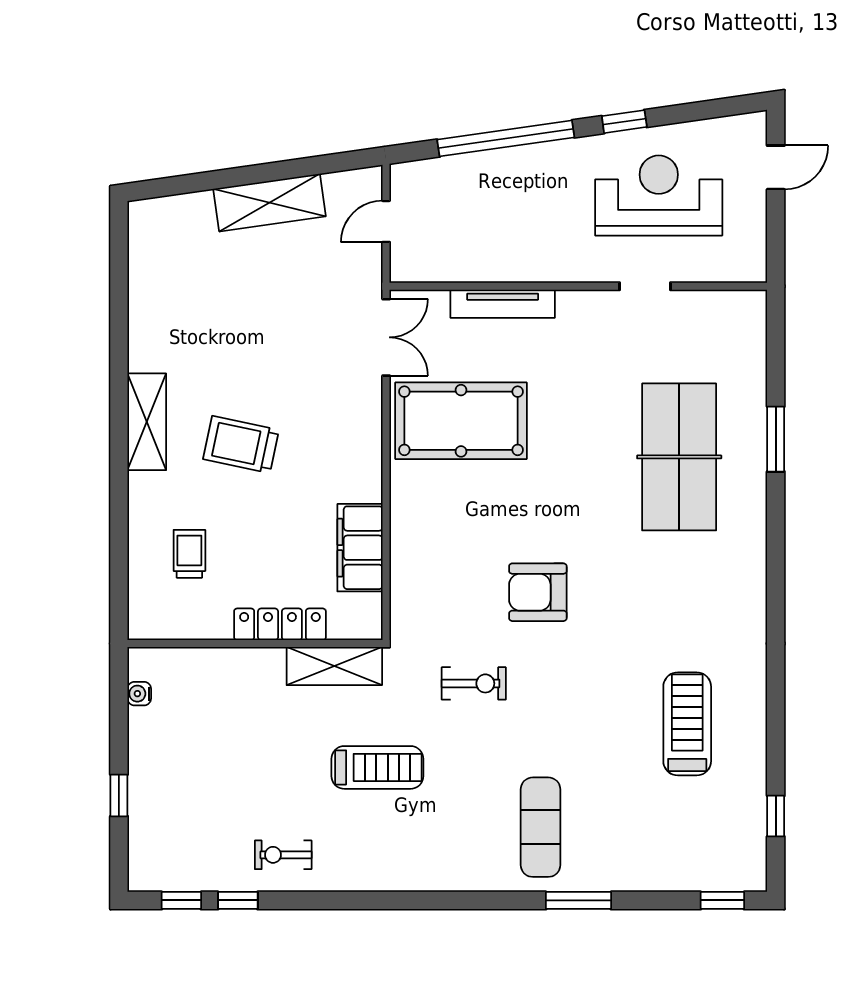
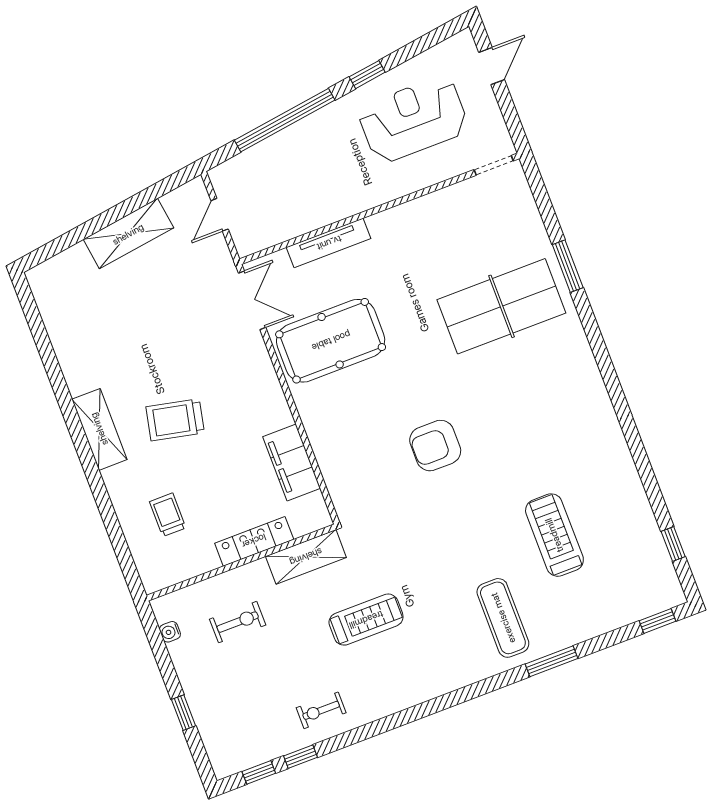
doorway: (645, 286) -> (494, 165), moved
table tennis table: (679, 457) -> (501, 306), turned 90
exercise bike: (474, 683) -> (238, 622), moved
treadmill: (687, 724) -> (554, 535), moved

